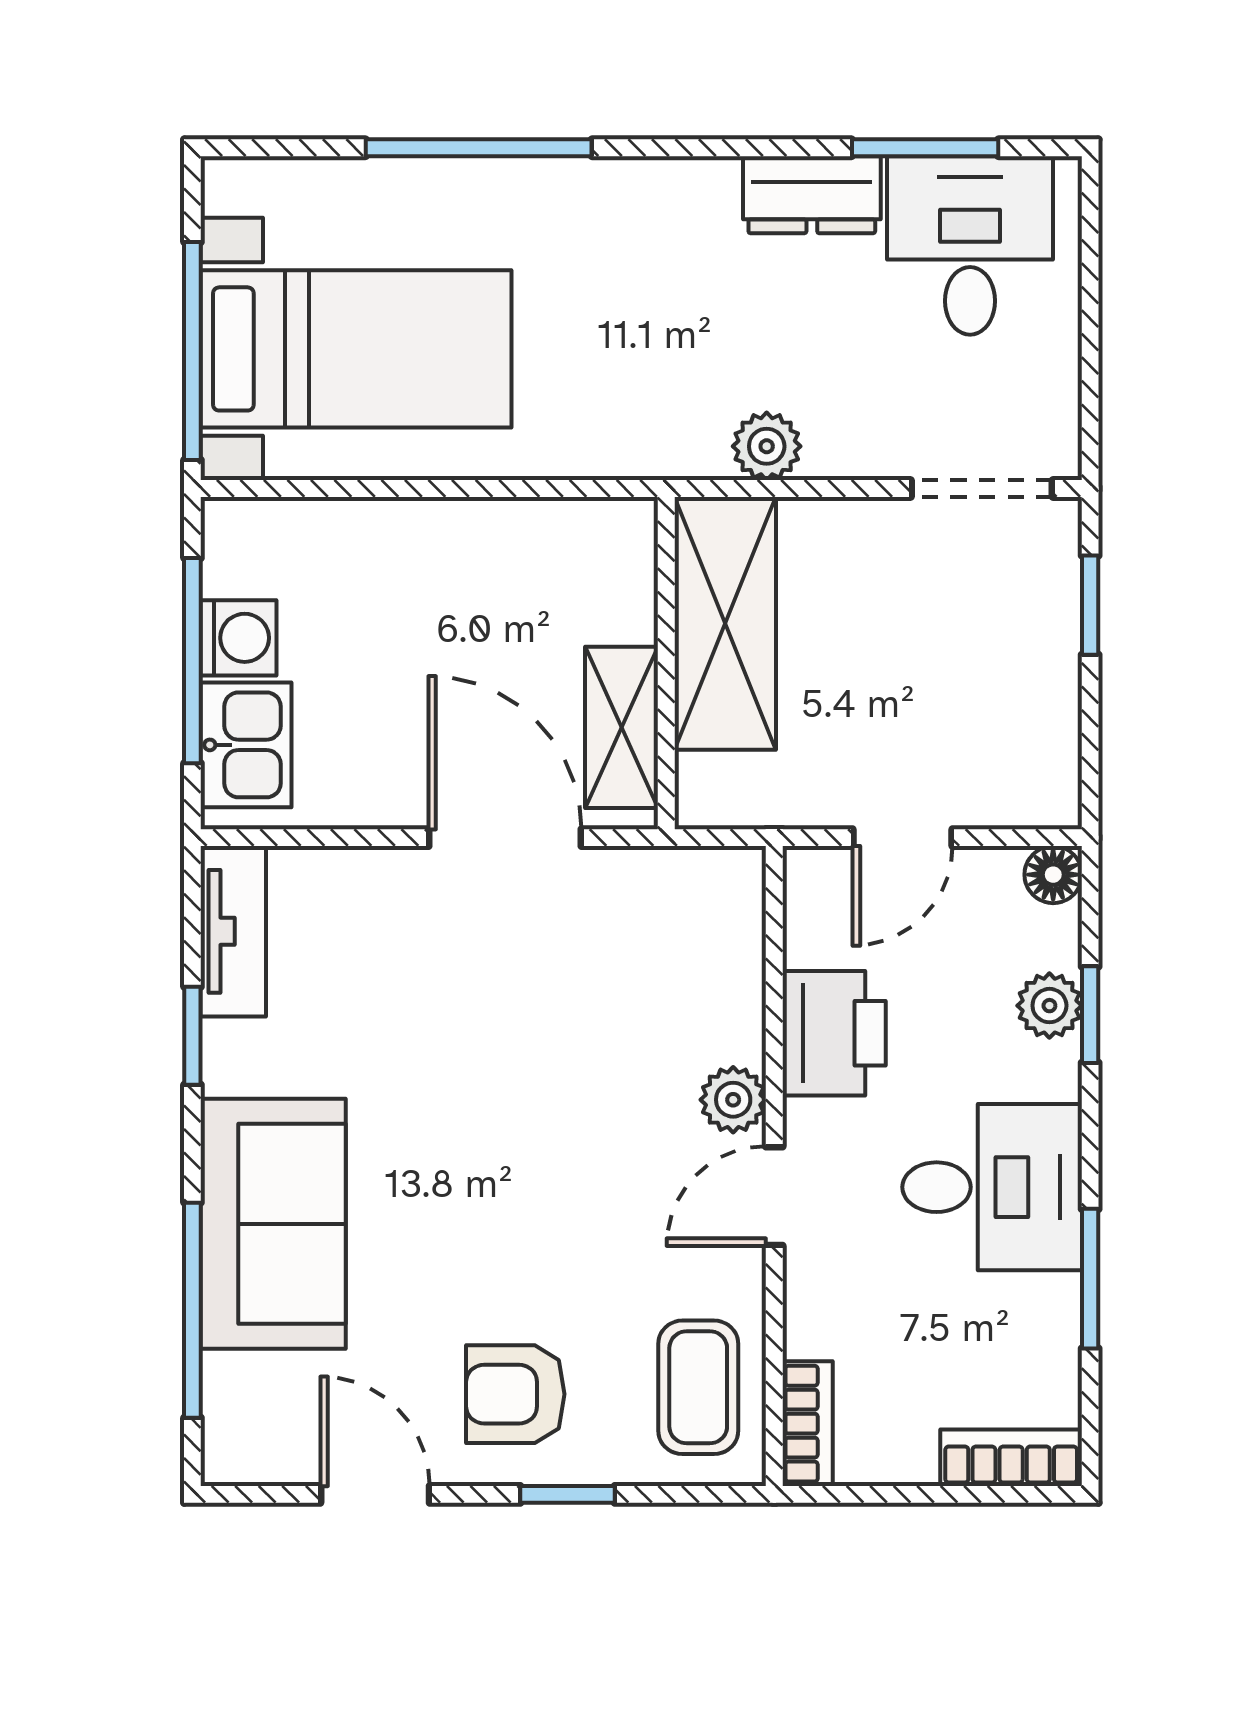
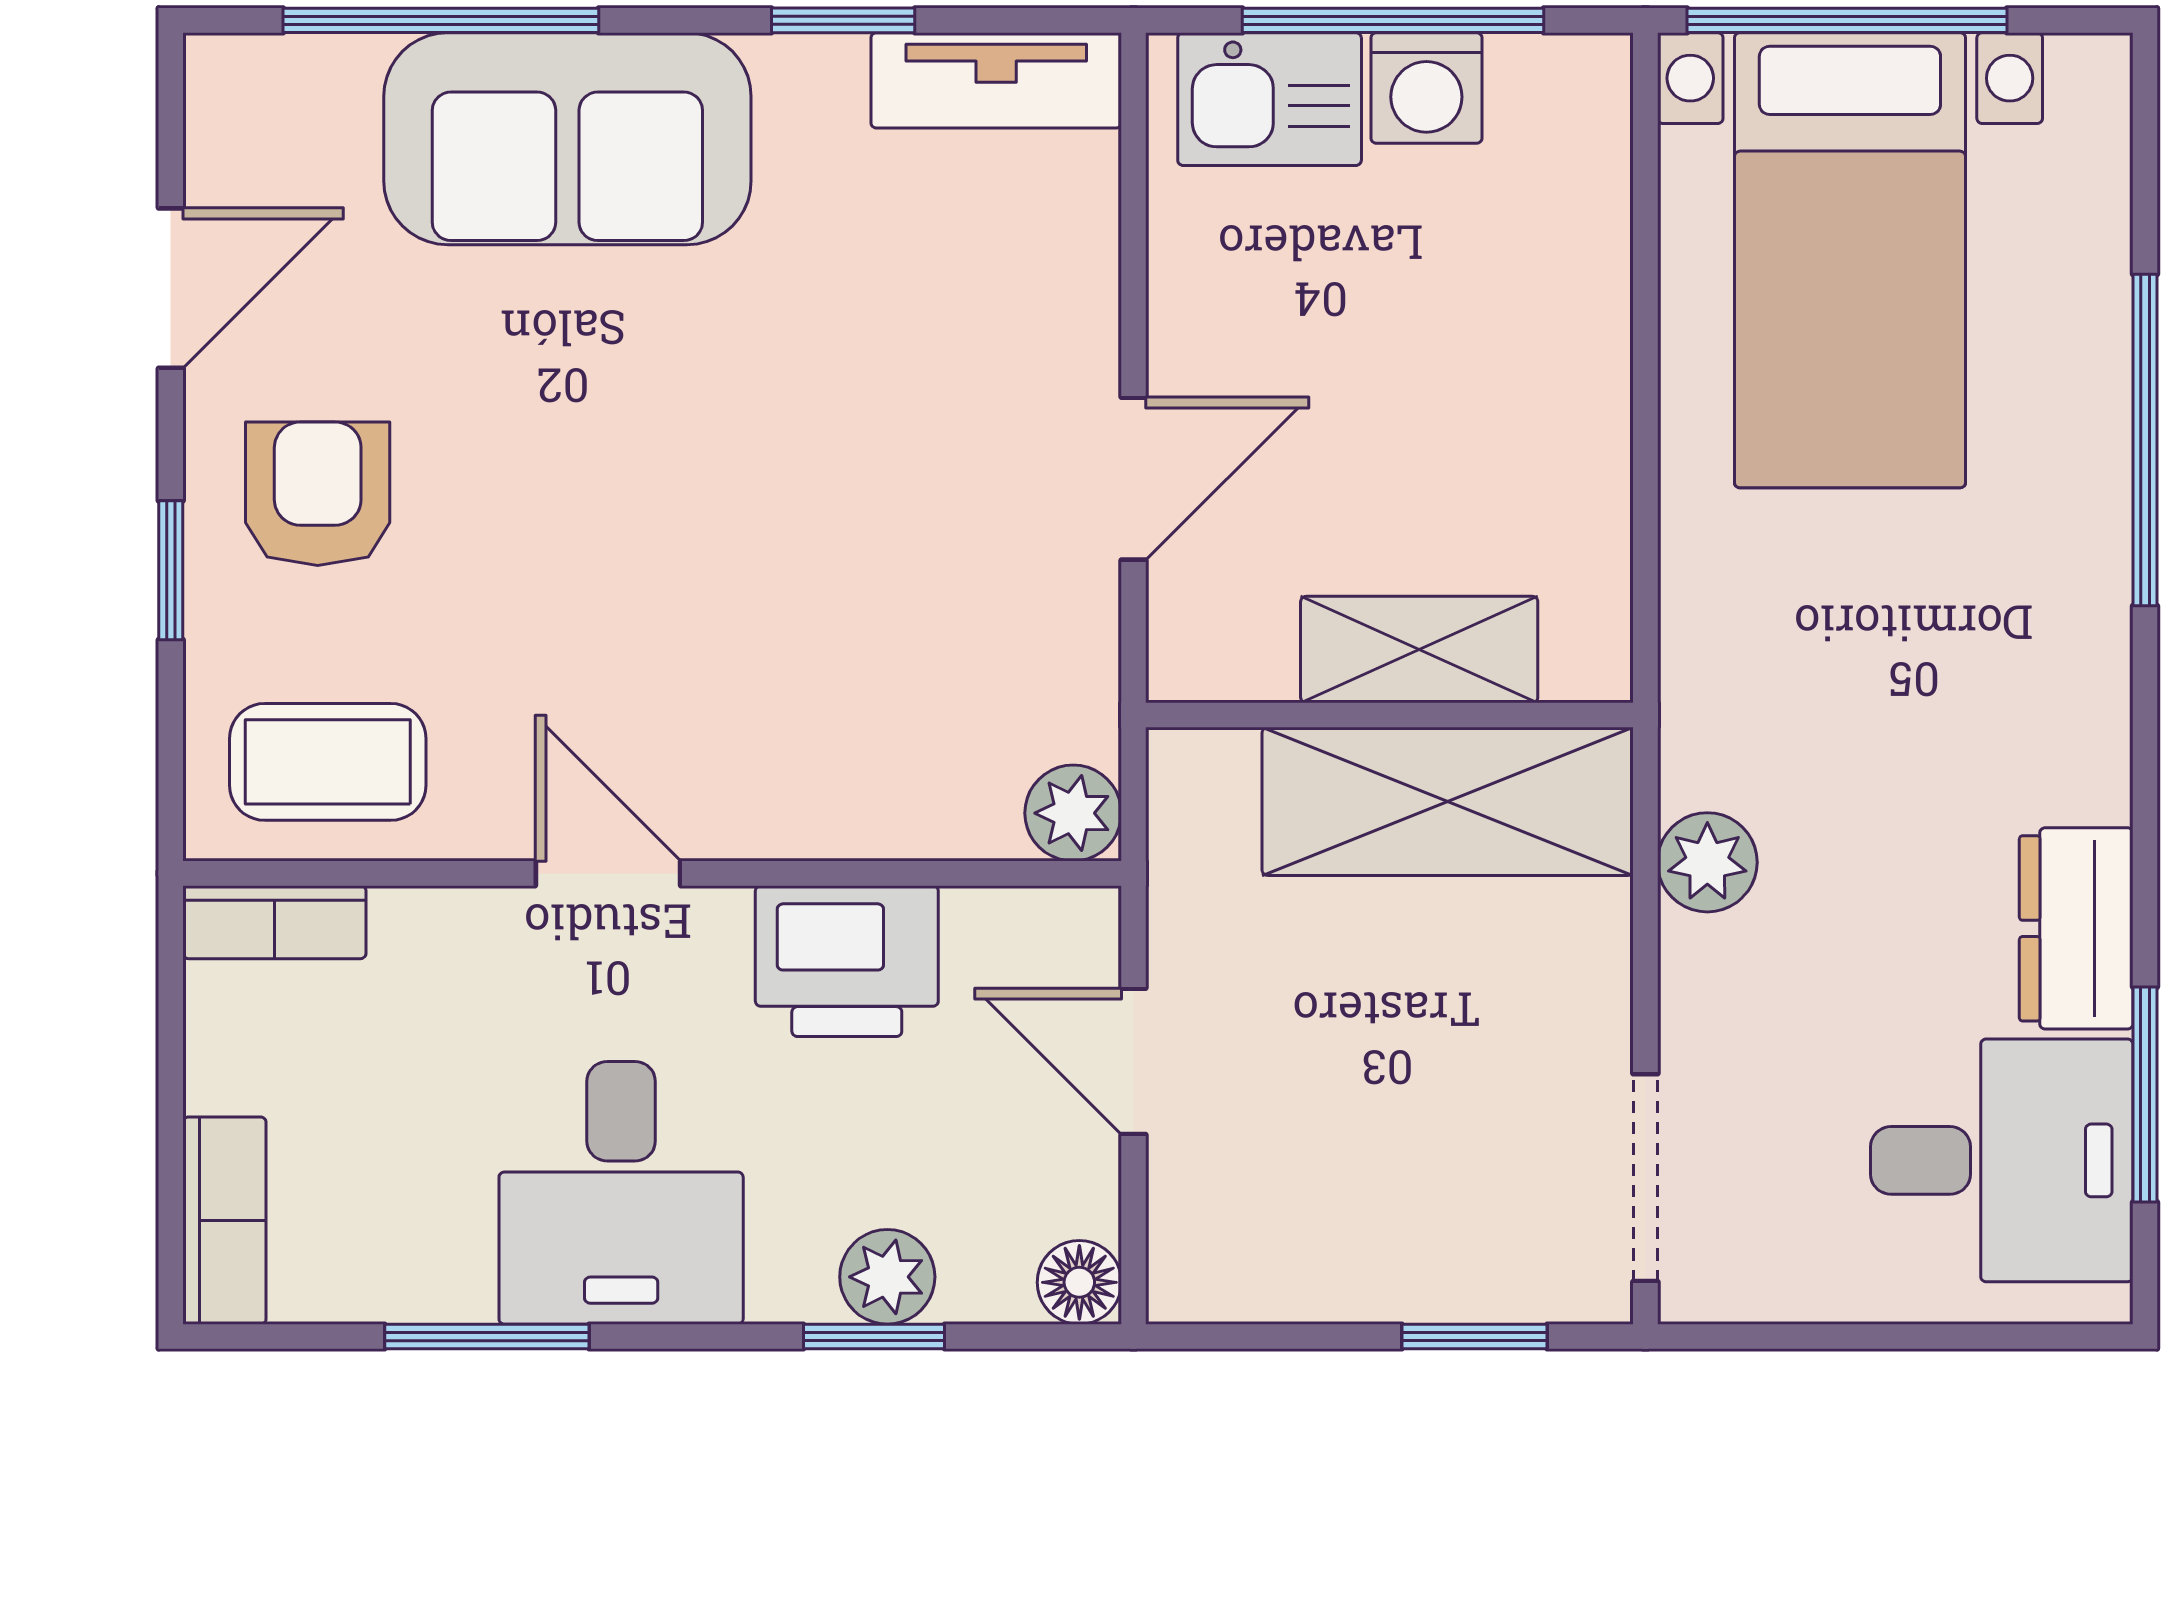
shelving: (622, 727) -> (1419, 650), moved
door: (505, 838) -> (1134, 479), width x0.73
plant: (733, 1100) -> (1073, 813), moved

